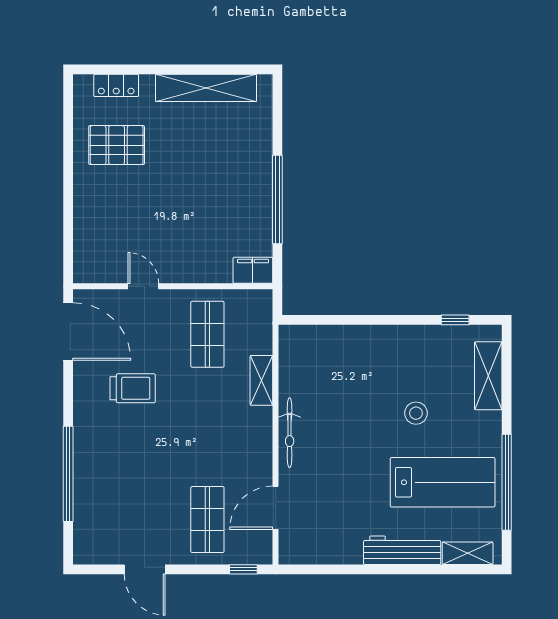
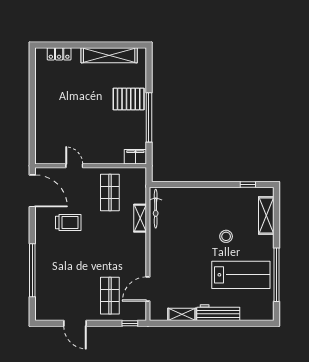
pallet: (117, 145) -> (129, 99), moved
bicycle: (290, 433) -> (156, 209), moved
shelving: (468, 553) -> (182, 314), moved

